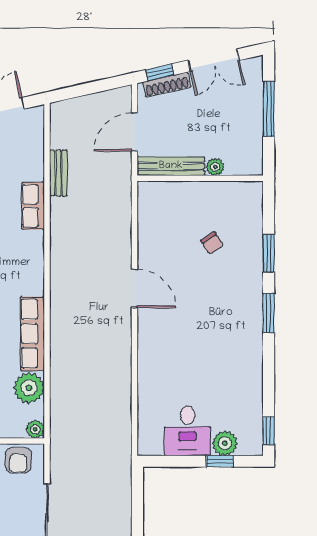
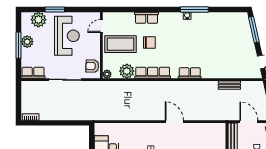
row of seats: (33, 206) -> (190, 73), moved
door: (134, 288) -> (174, 122), swing flipped

